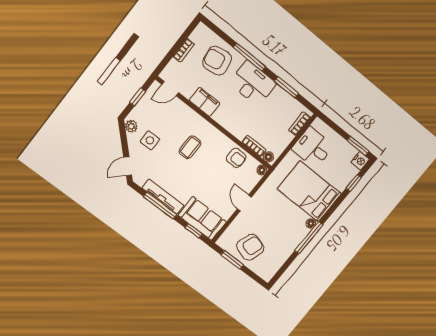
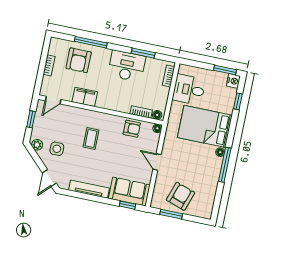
window: (250, 57) -> (91, 42), moved
armchair: (217, 61) -> (79, 60), turned -81
desk: (253, 83) -> (127, 66), moved
window: (160, 206) -> (90, 197), removed

